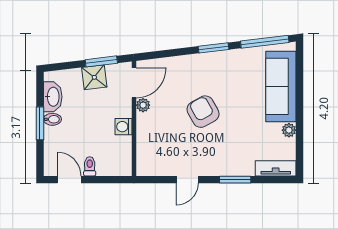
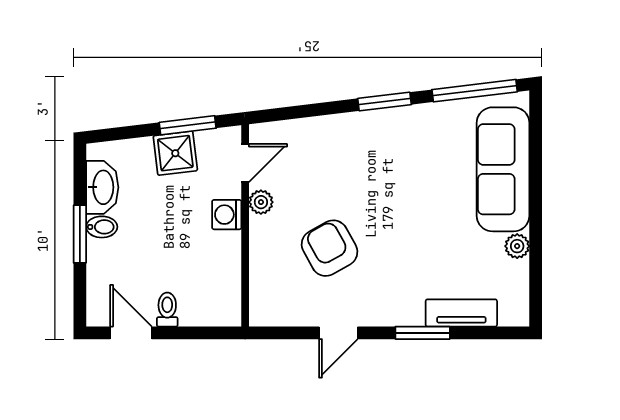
door: (134, 83) -> (245, 163), width x0.73
armchair: (203, 112) -> (330, 248), moved
washing machine: (124, 127) -> (227, 215), moved
tv unit: (276, 168) -> (461, 313), moved

